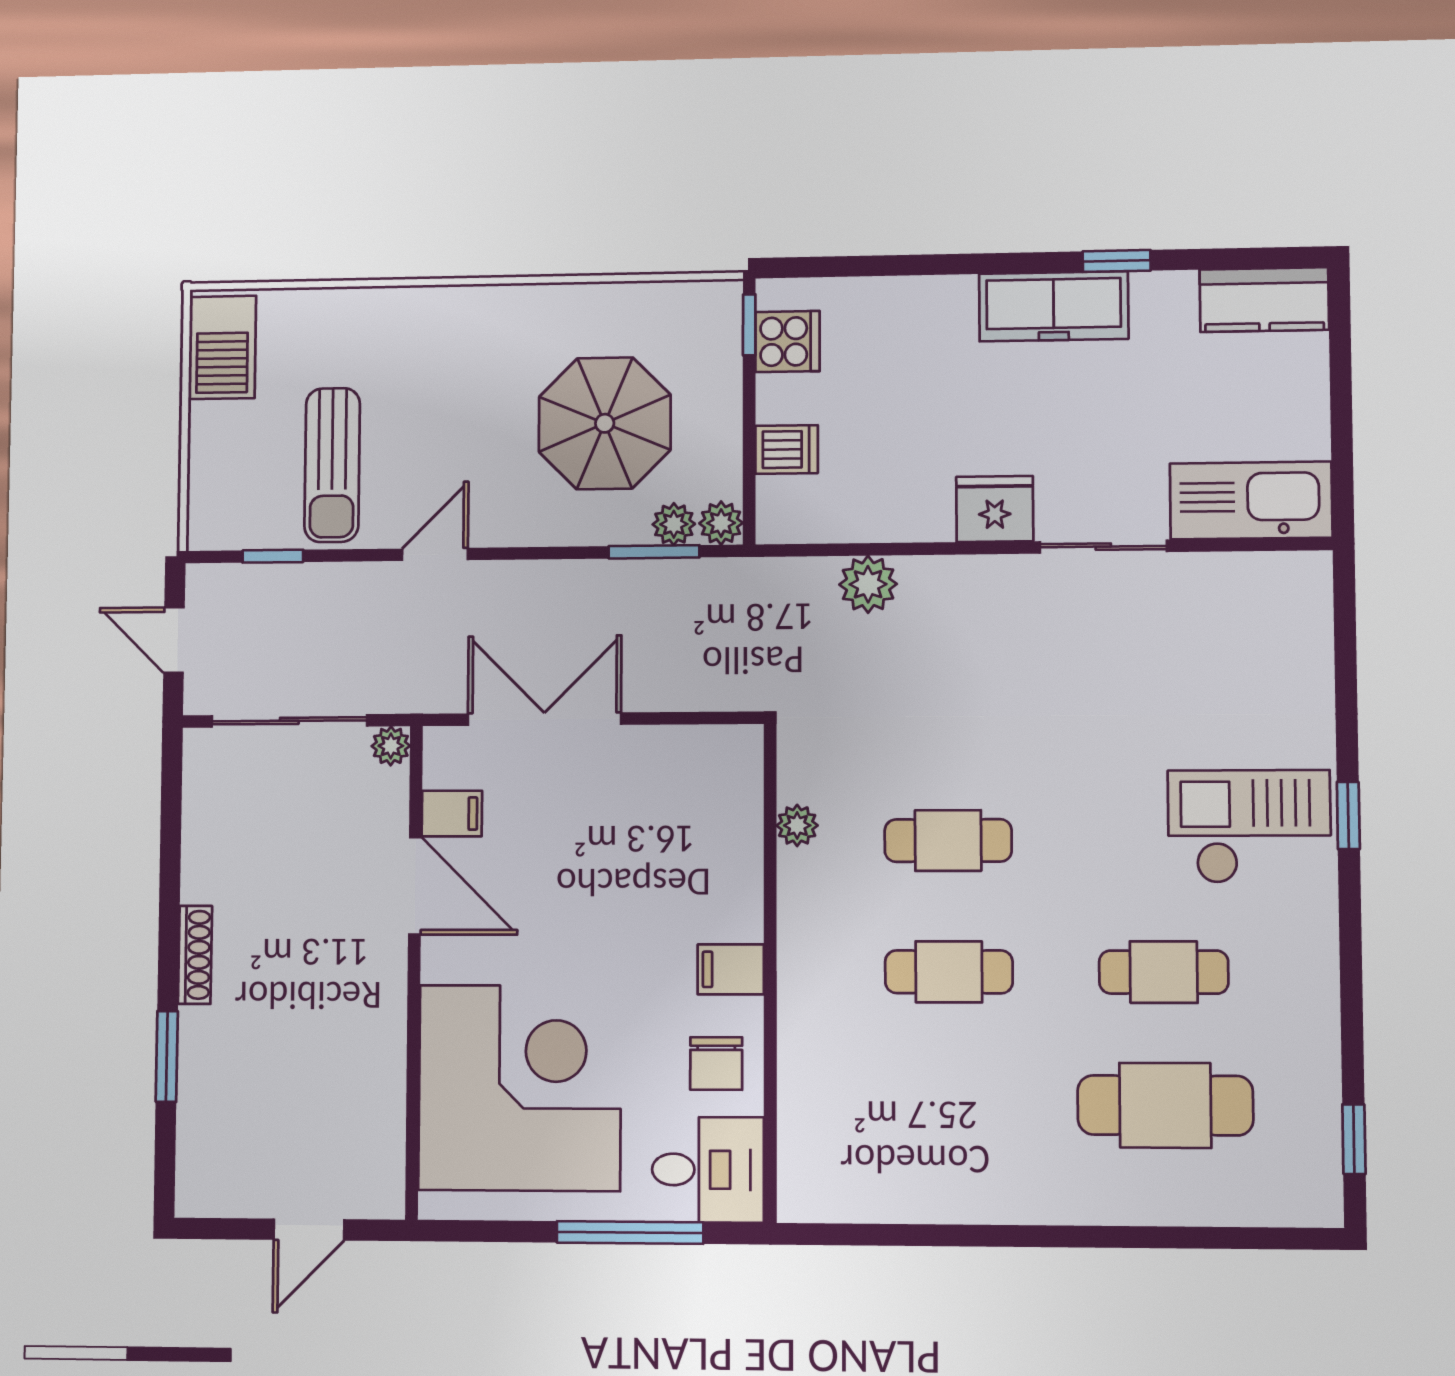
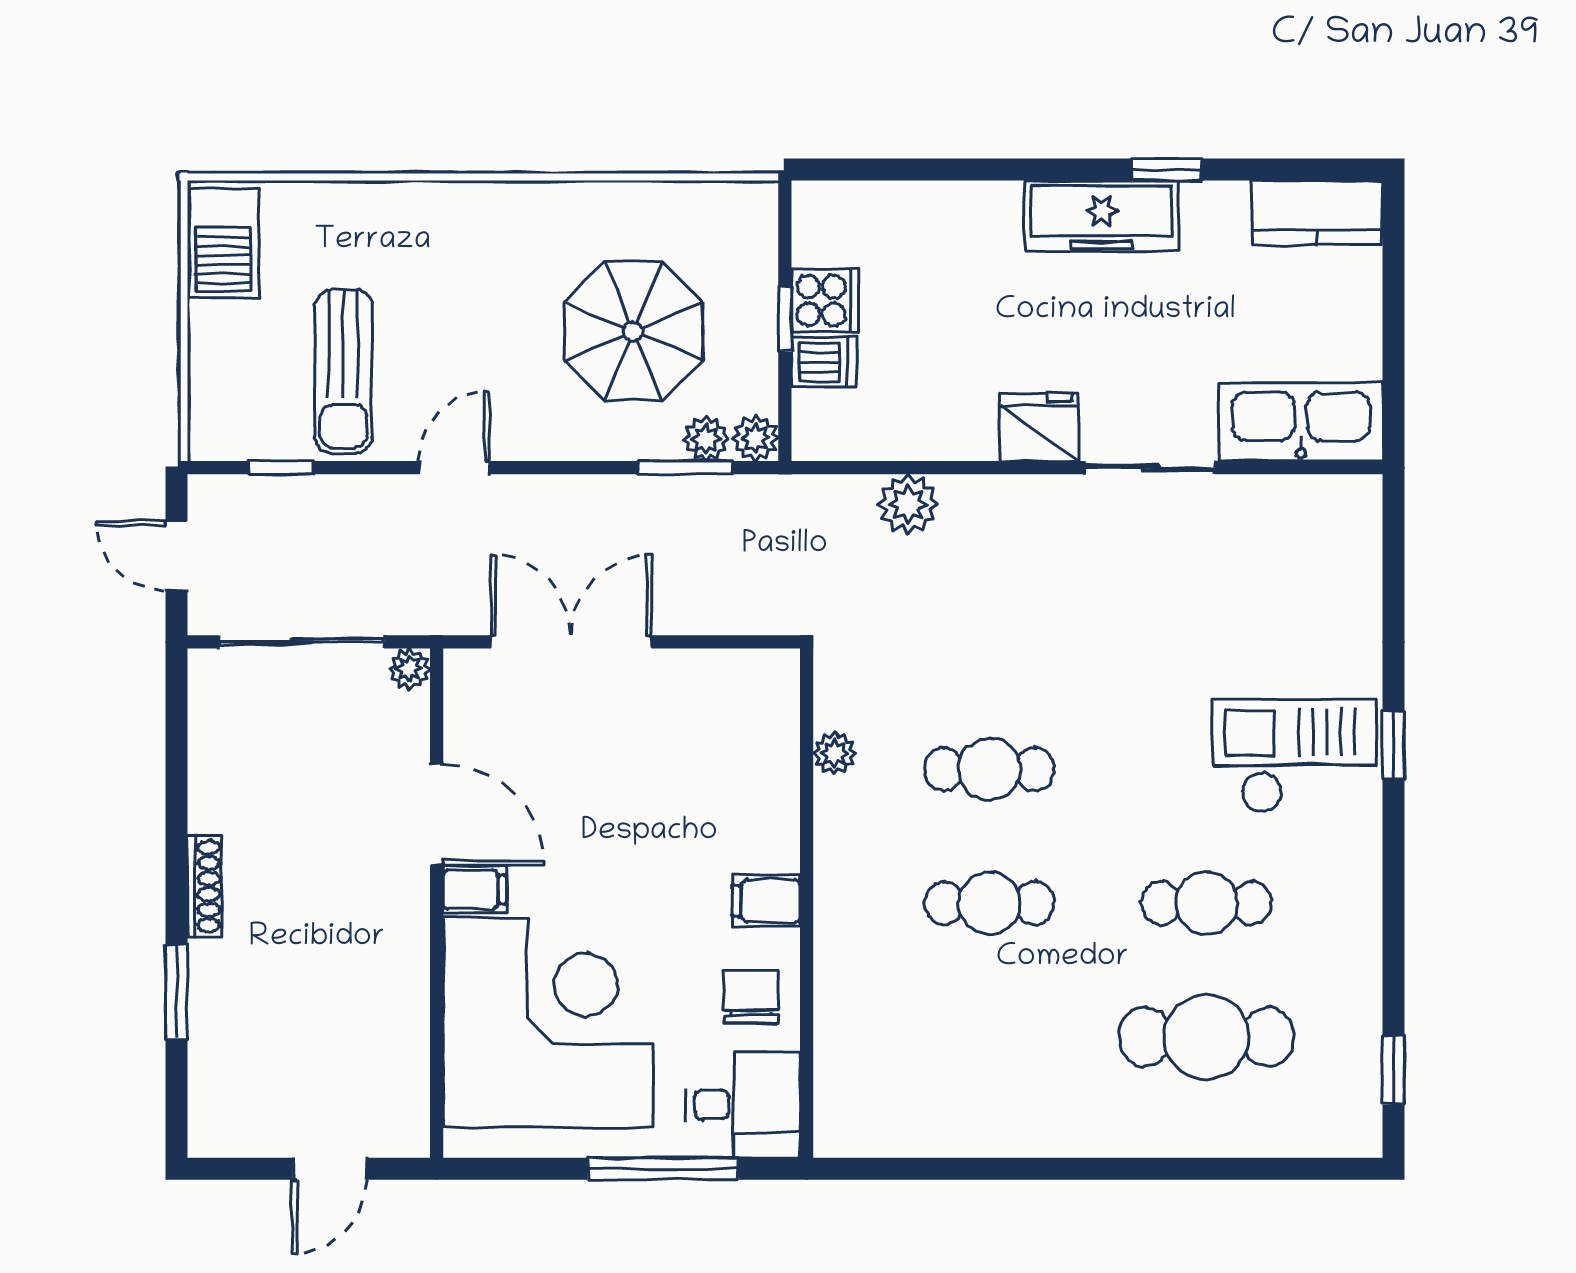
window: (749, 325) -> (785, 319), moved
cooker: (788, 342) -> (825, 300), moved
filing cabinet: (452, 814) -> (475, 890), moved
chair: (716, 1064) -> (751, 997), turned 180

